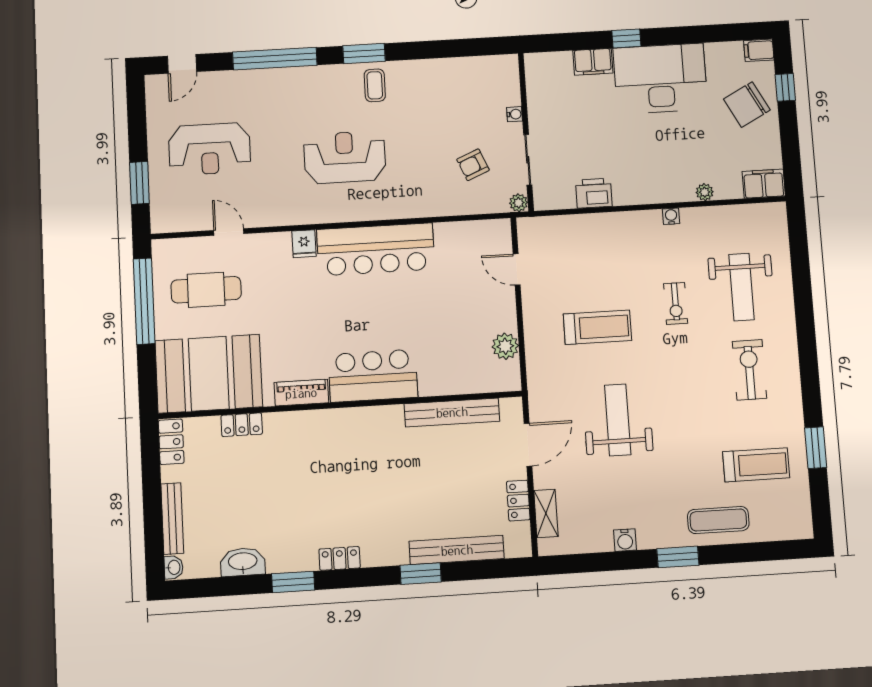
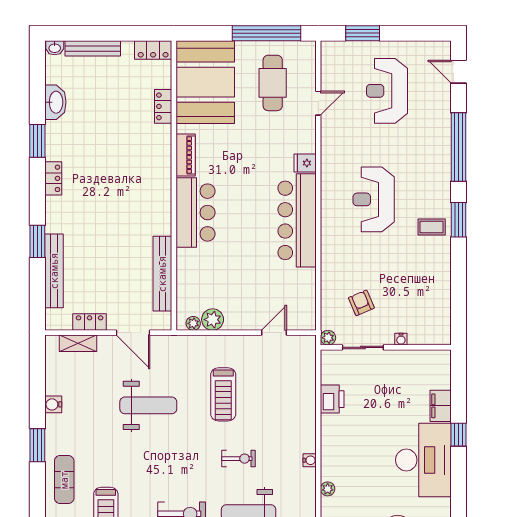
reception desk: (345, 157) -> (374, 199), turned 180
exercise bike: (676, 303) -> (239, 459), turned 180
plant: (512, 370) -> (193, 323), added

